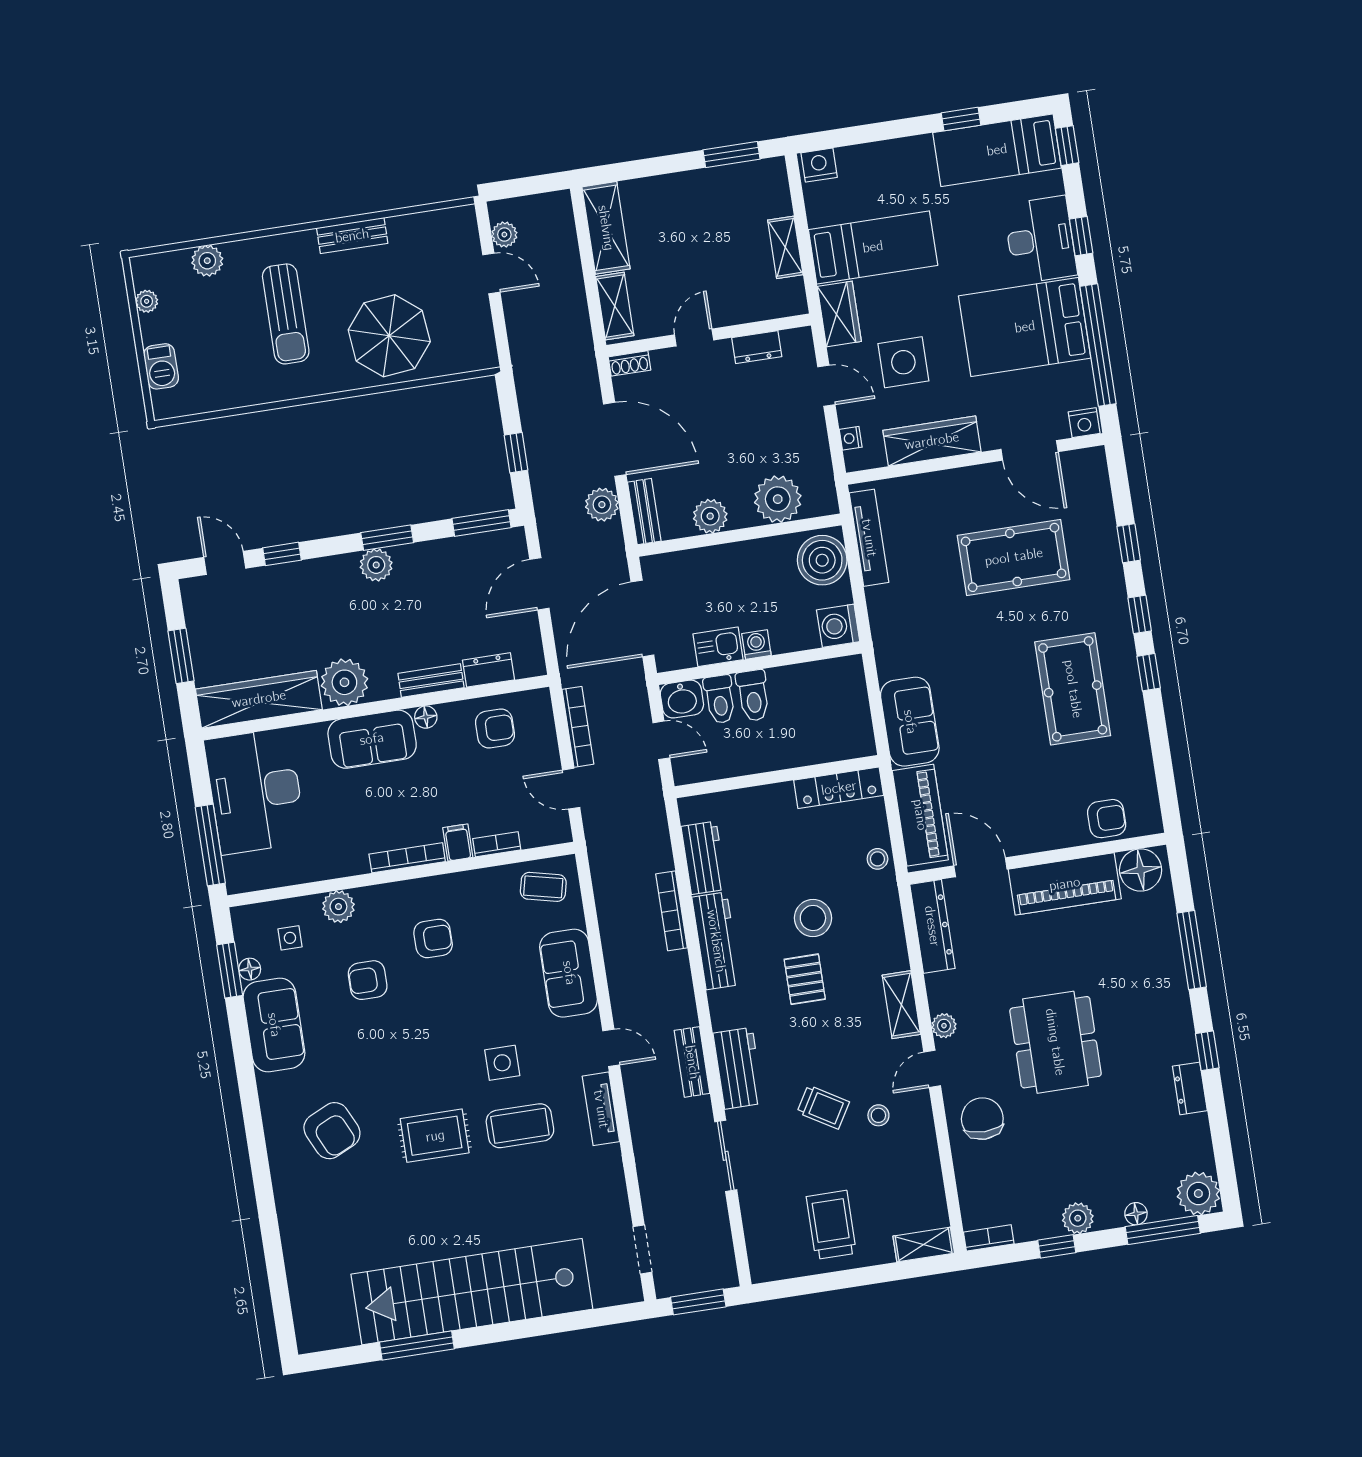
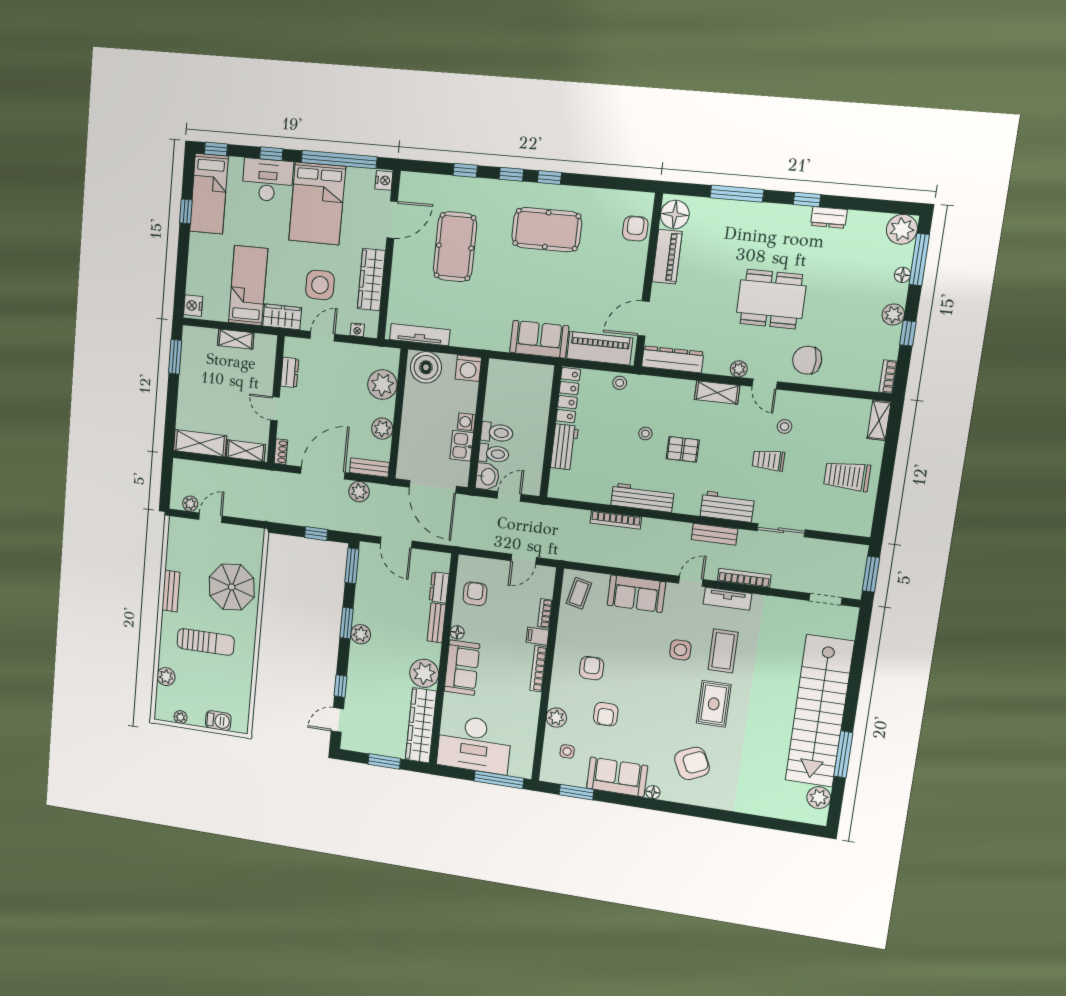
bookcase: (578, 727) -> (744, 578), moved
workbench: (704, 858) -> (564, 447), moved, turned 90
piano: (1065, 884) -> (667, 257), width x0.73, depth x0.75
stool: (813, 918) -> (645, 434), width x0.53, depth x0.53
floor lamp: (250, 969) -> (653, 792), moved
trolley: (823, 1107) -> (768, 460), turned -121
plant: (339, 1330) -> (819, 798), added

